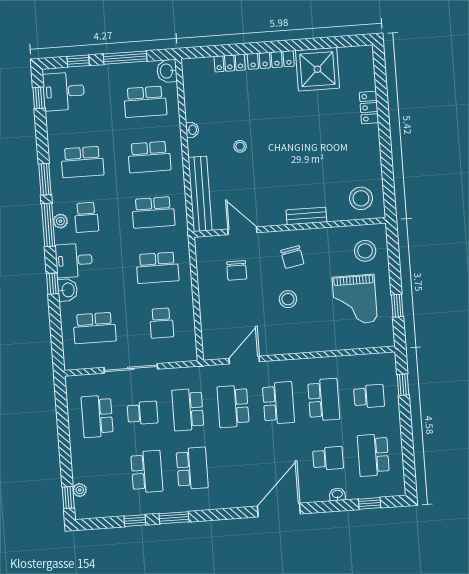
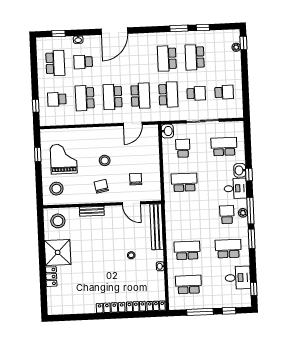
locker: (197, 65) -> (156, 306), added
shower: (317, 69) -> (58, 252), moved
washbasin: (167, 71) -> (167, 131), moved
desk: (64, 91) -> (238, 278), moved
school desk: (153, 212) -> (186, 216), removed
school desk: (142, 413) -> (196, 93), turned 180
school desk: (97, 416) -> (224, 92), width x0.54

